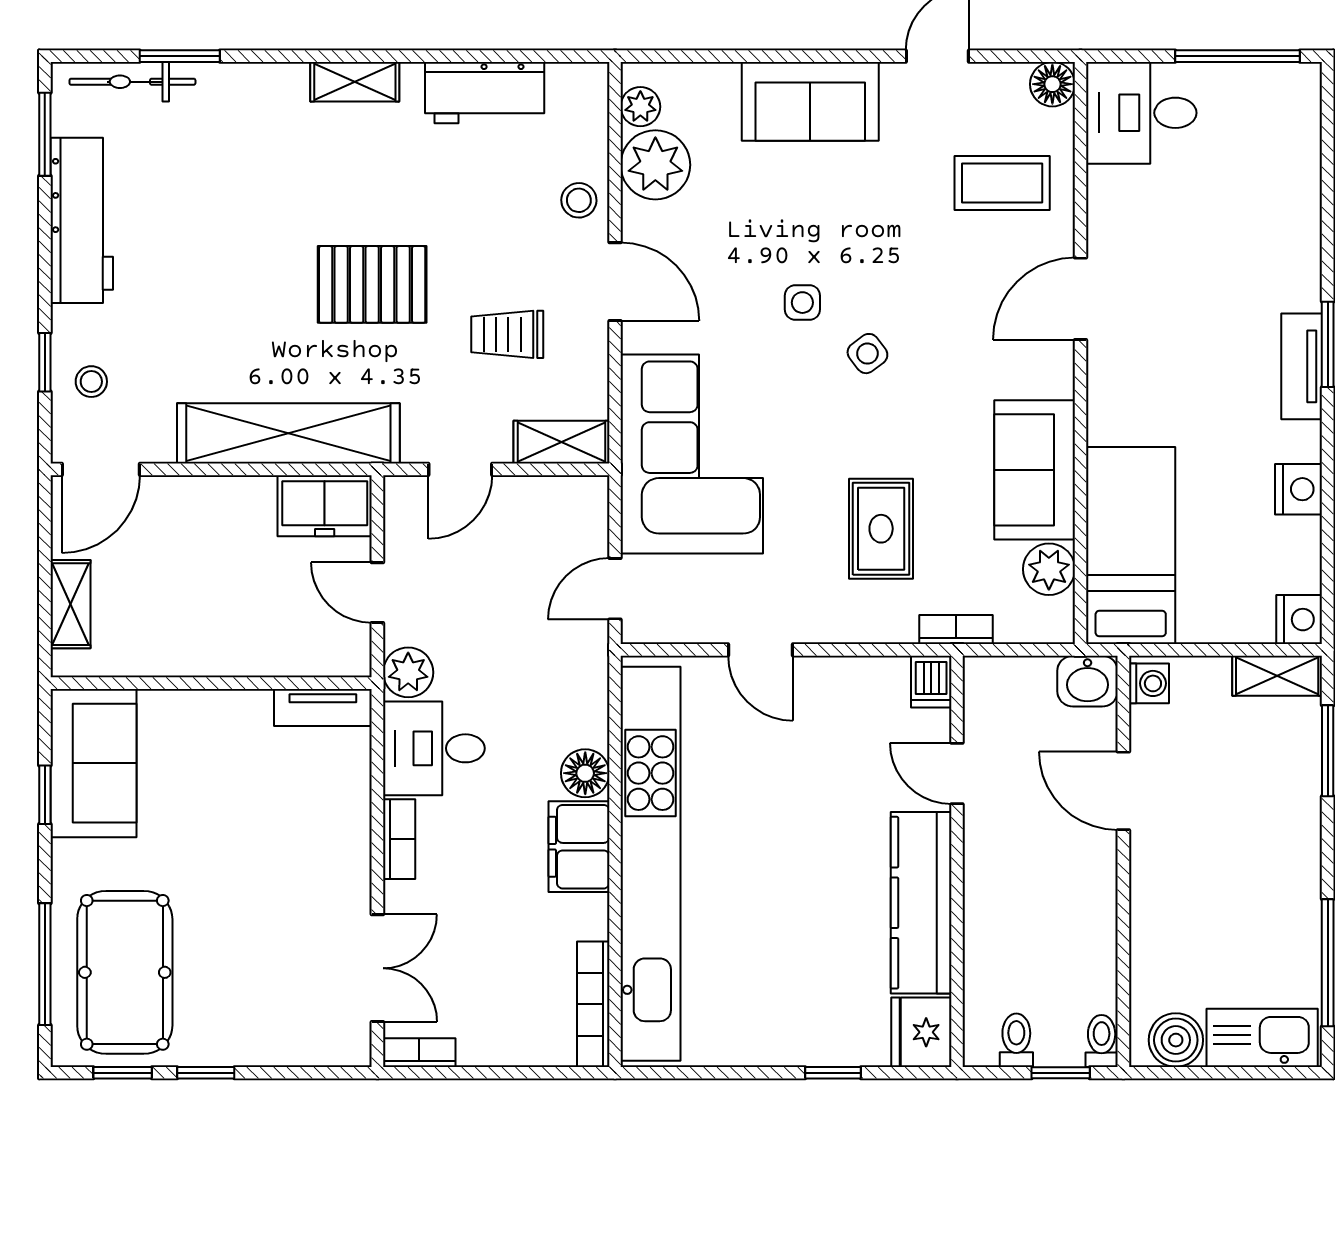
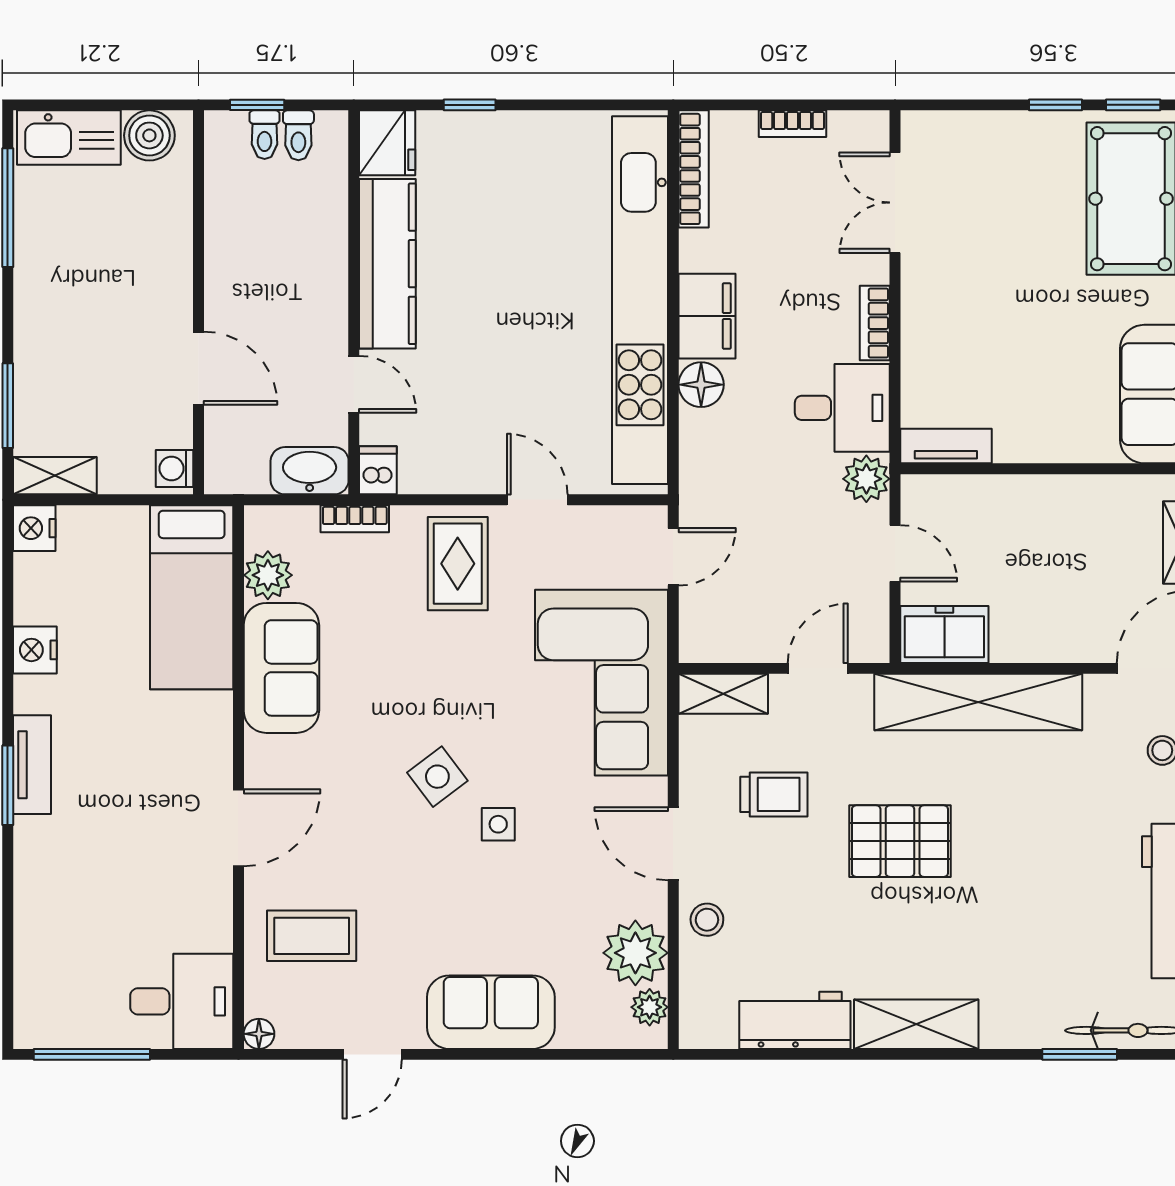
shelving: (355, 82) -> (916, 1024), width x1.50, depth x1.33
floor lamp: (1052, 84) -> (259, 1034), width x0.73, depth x0.73
side table: (867, 354) -> (437, 777), width x1.37, depth x1.37
rug: (881, 529) -> (458, 564), moved
washbasin: (1088, 681) -> (310, 471), moved, width x1.38
toilet: (1102, 1041) -> (265, 135), moved
bookcase: (419, 1053) -> (792, 124), moved

